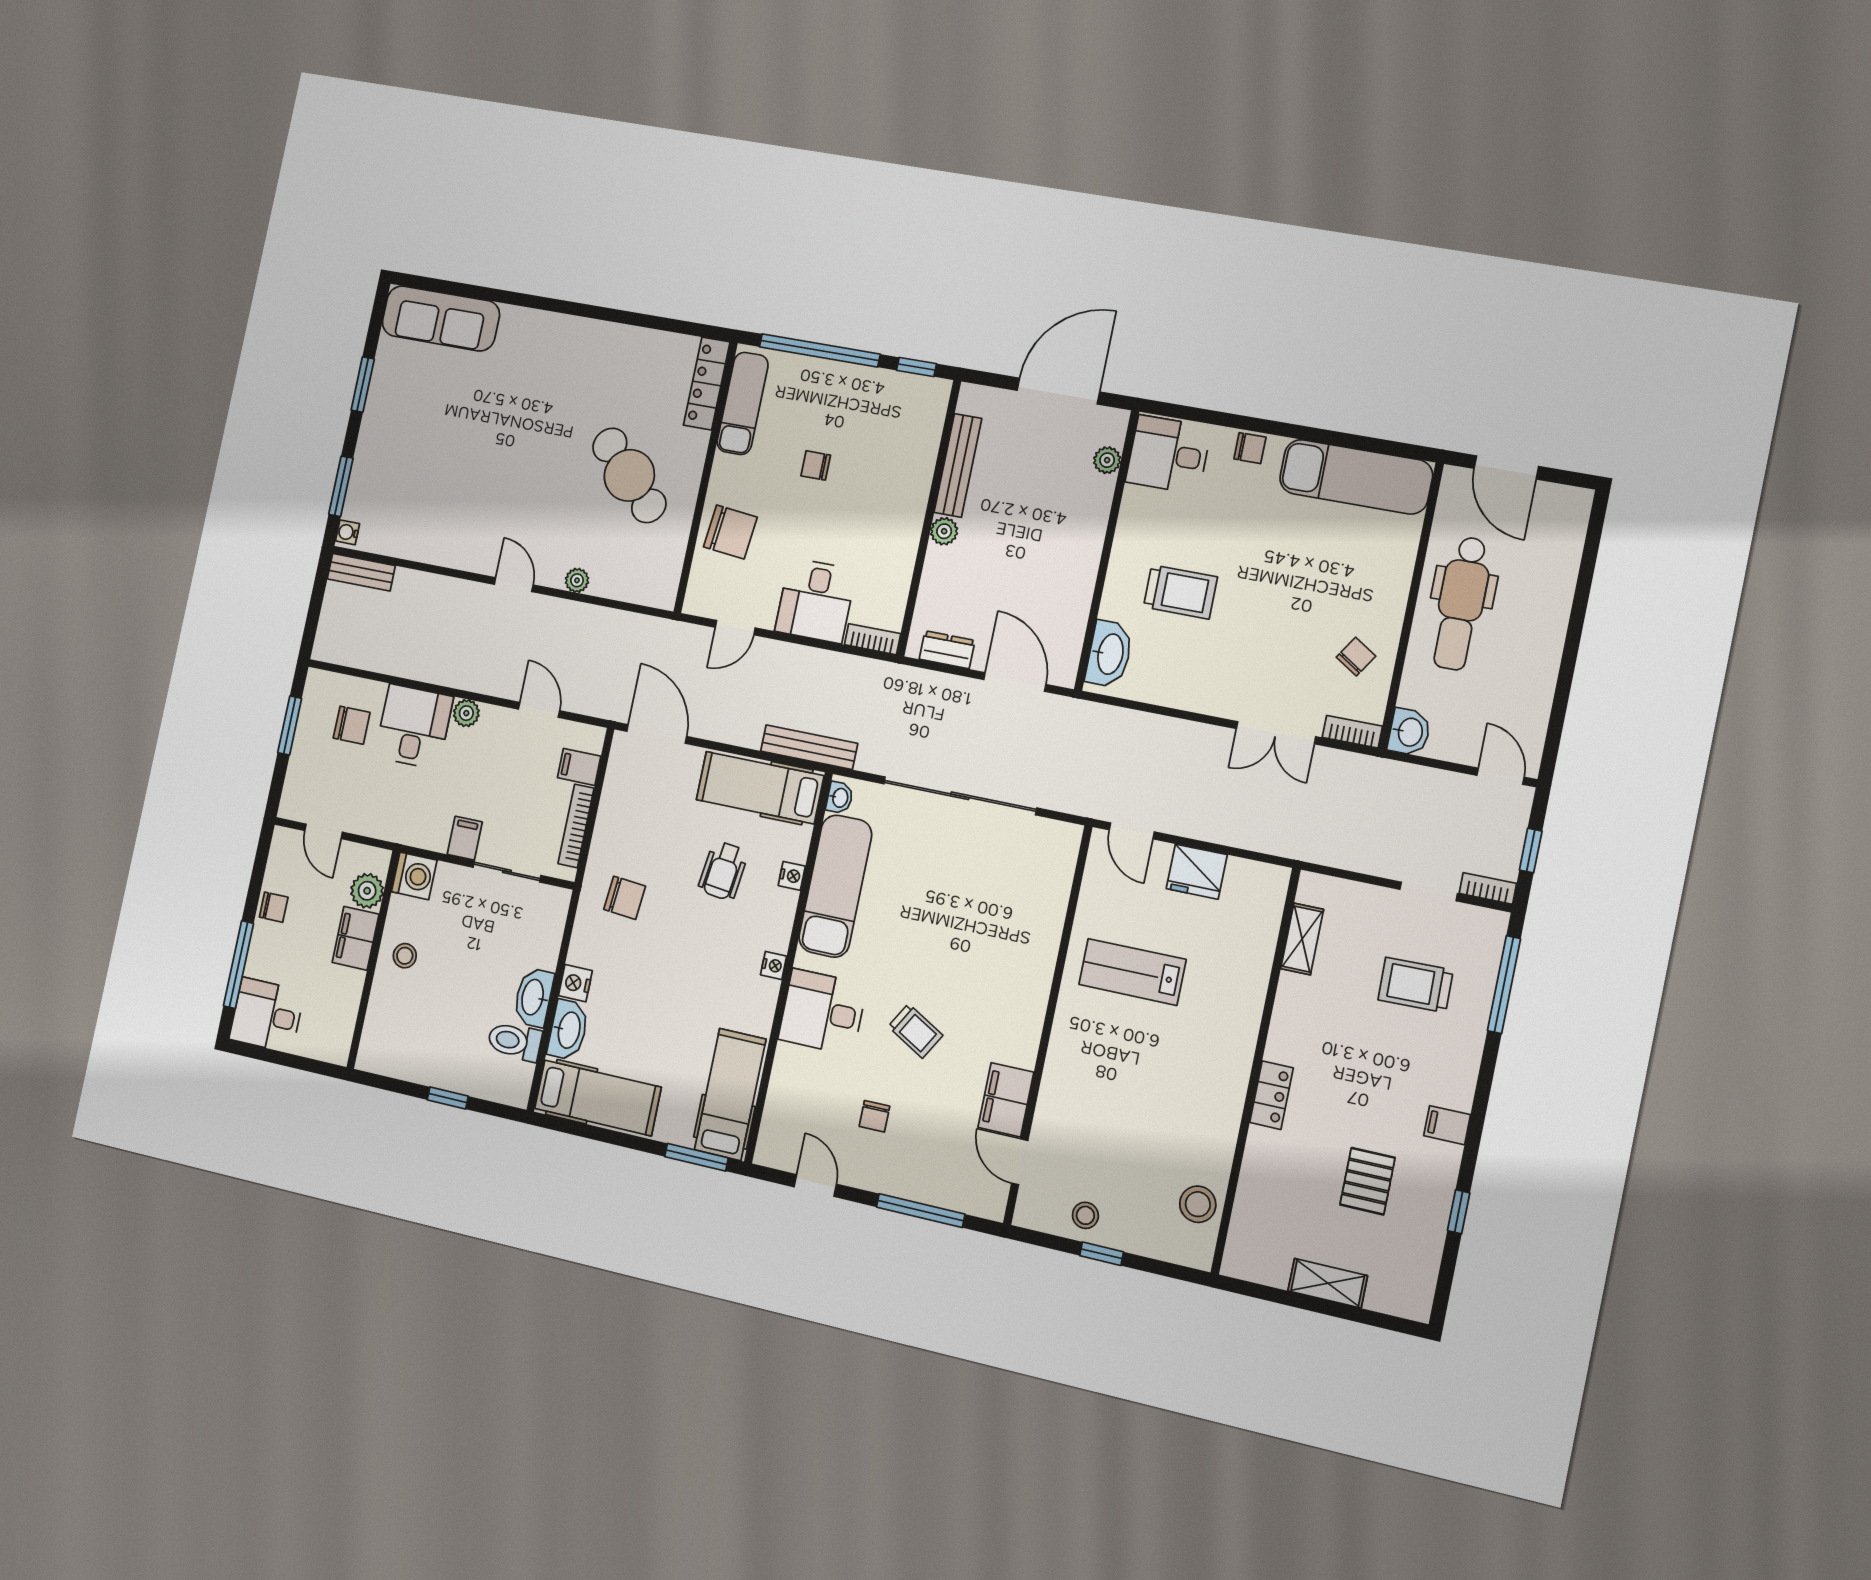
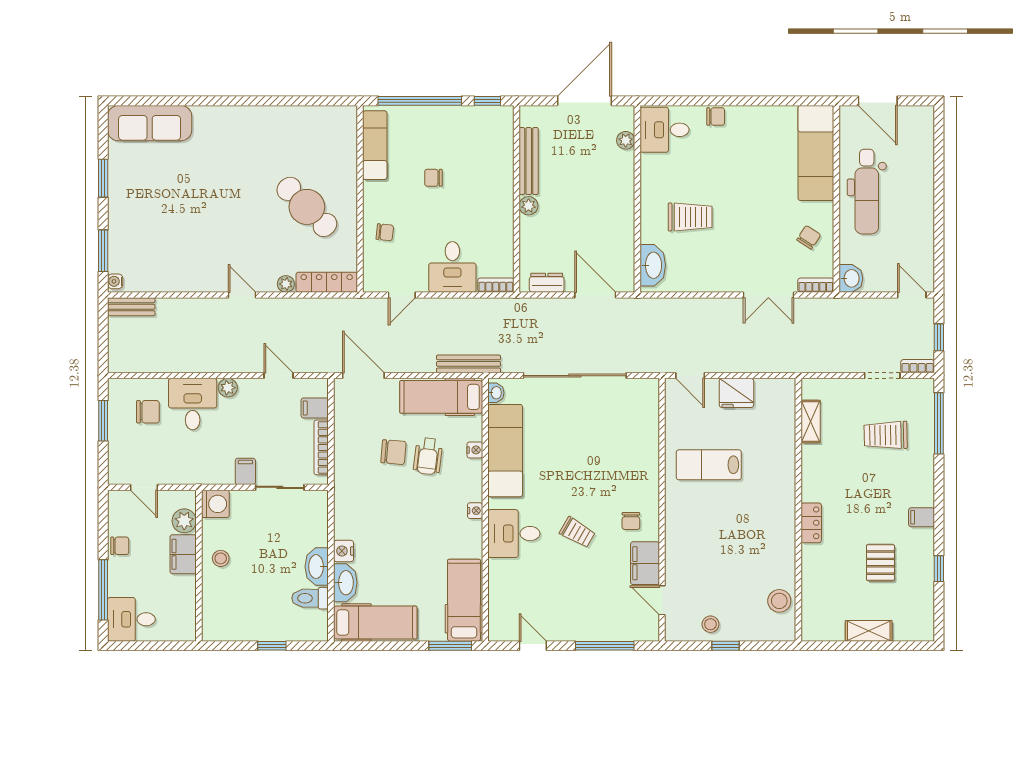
locker: (707, 383) -> (327, 282), moved, turned 90
exam couch: (1356, 477) -> (816, 153), moved, turned 90
chair: (730, 532) -> (385, 232), width x0.54, depth x0.54
chair: (625, 898) -> (393, 452), moved
chair: (874, 1116) -> (631, 521), moved

